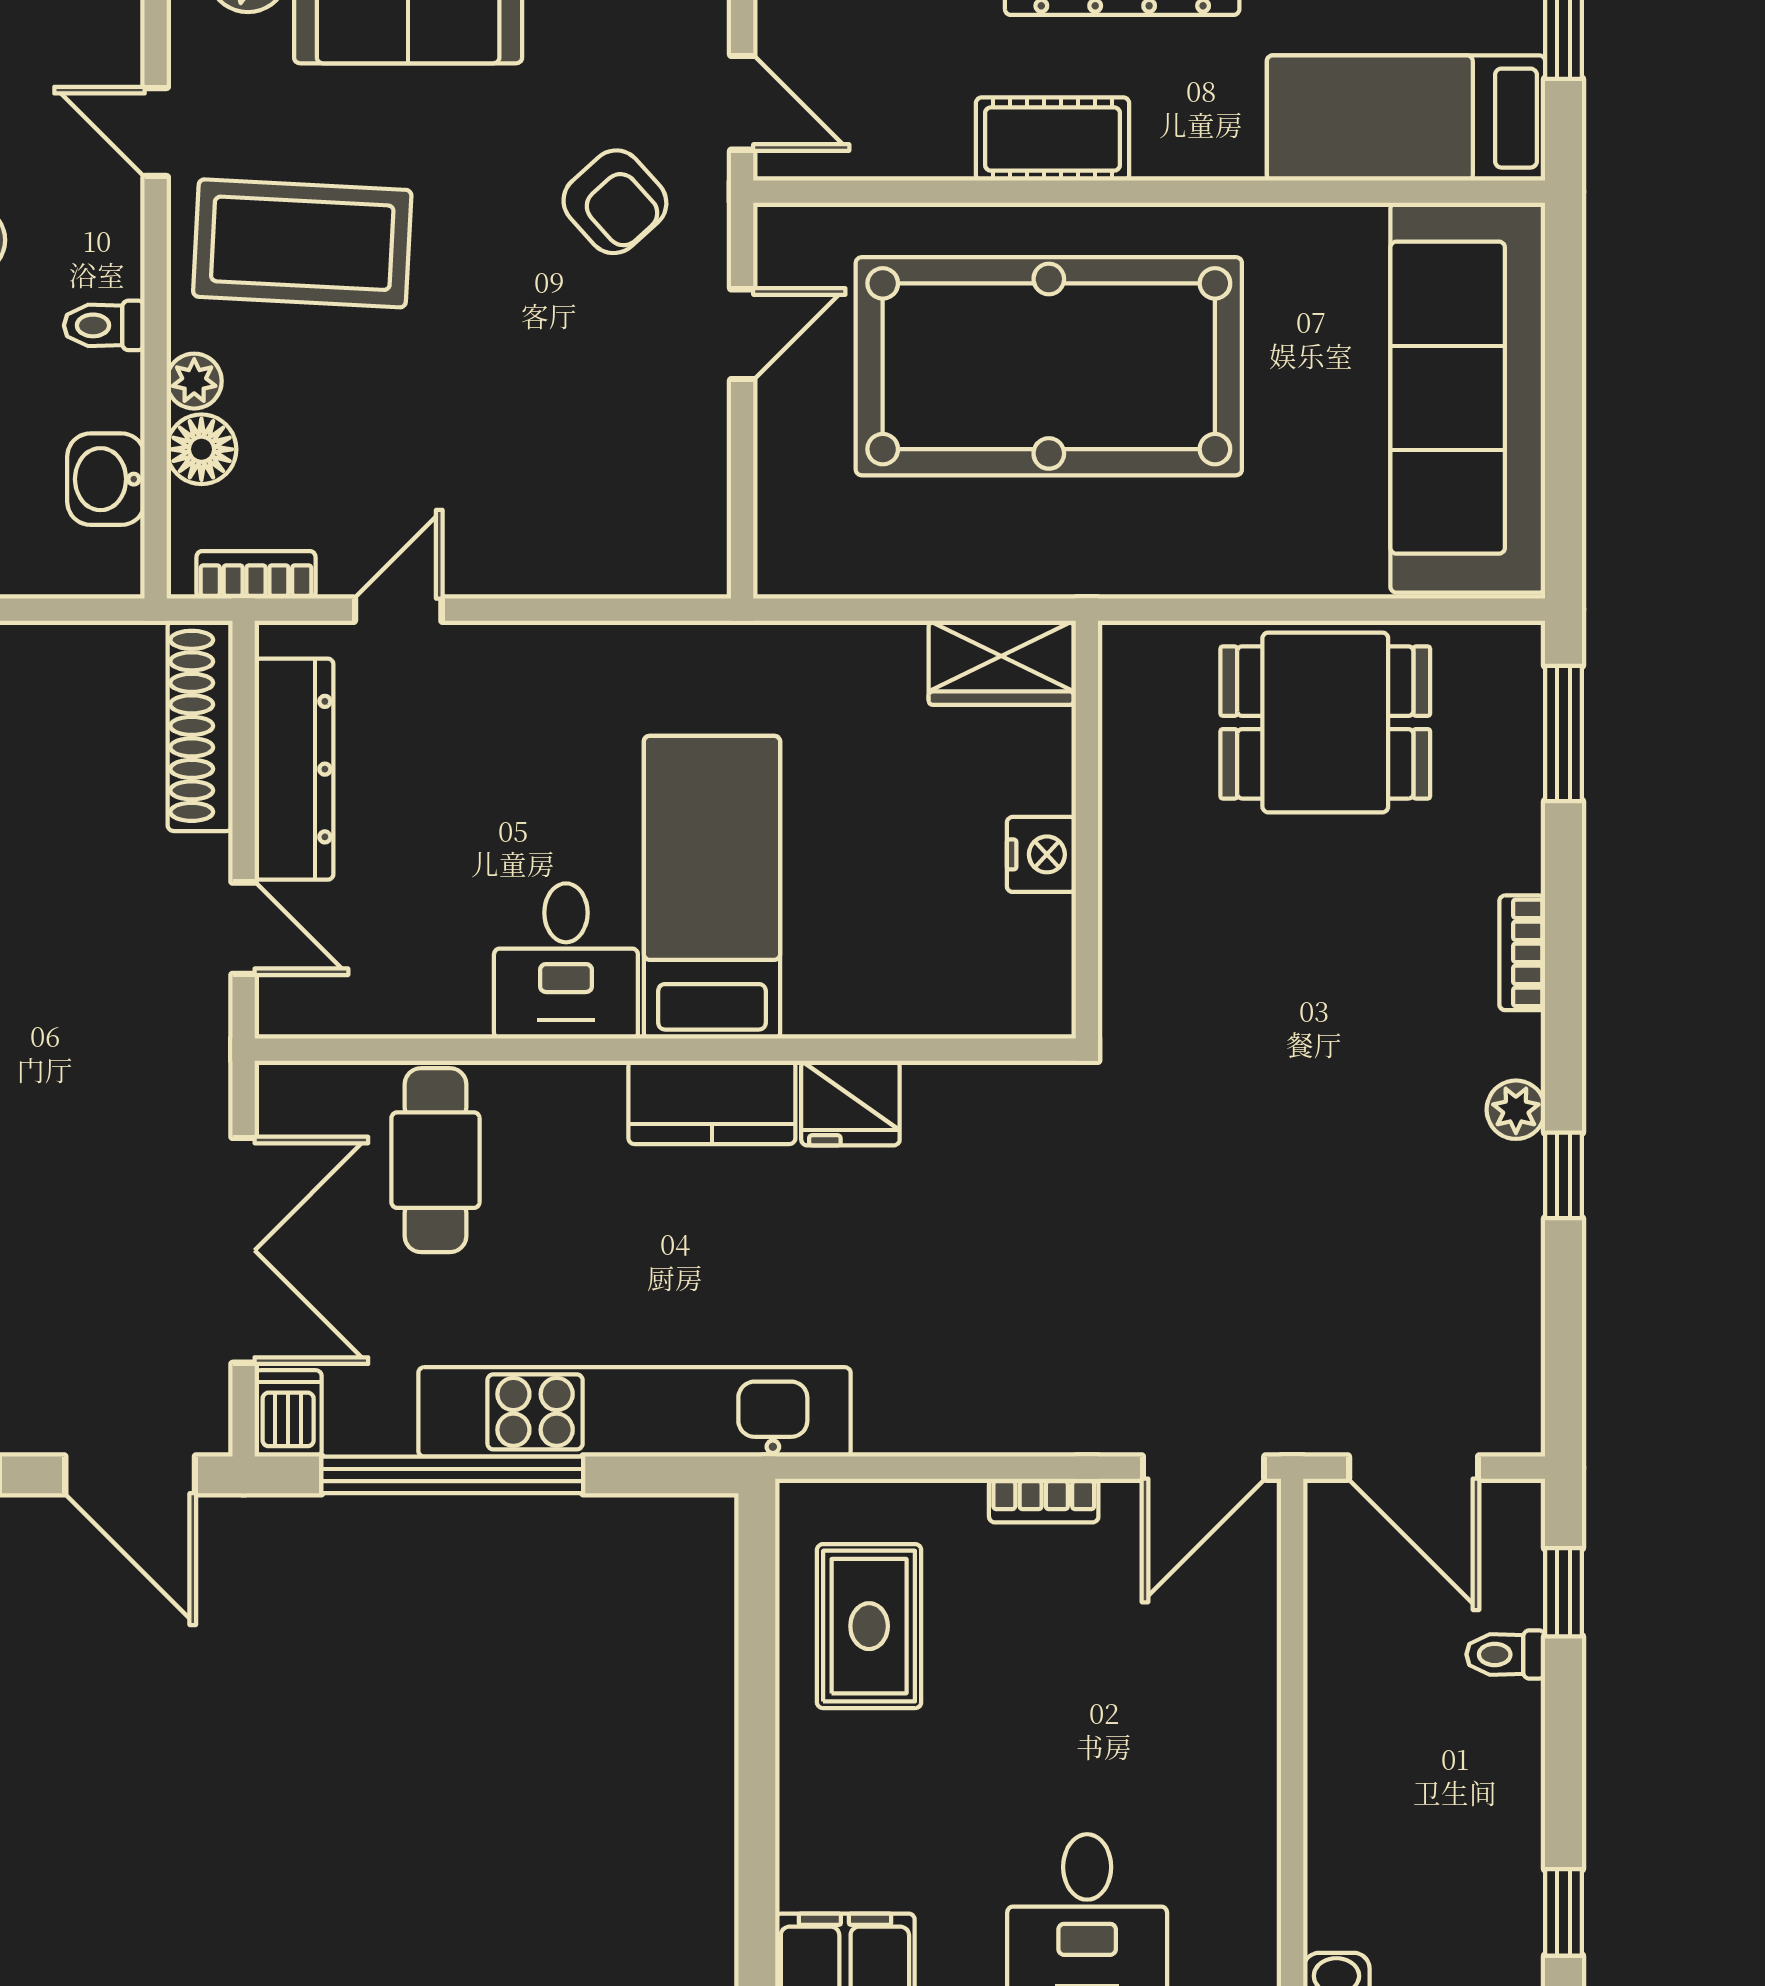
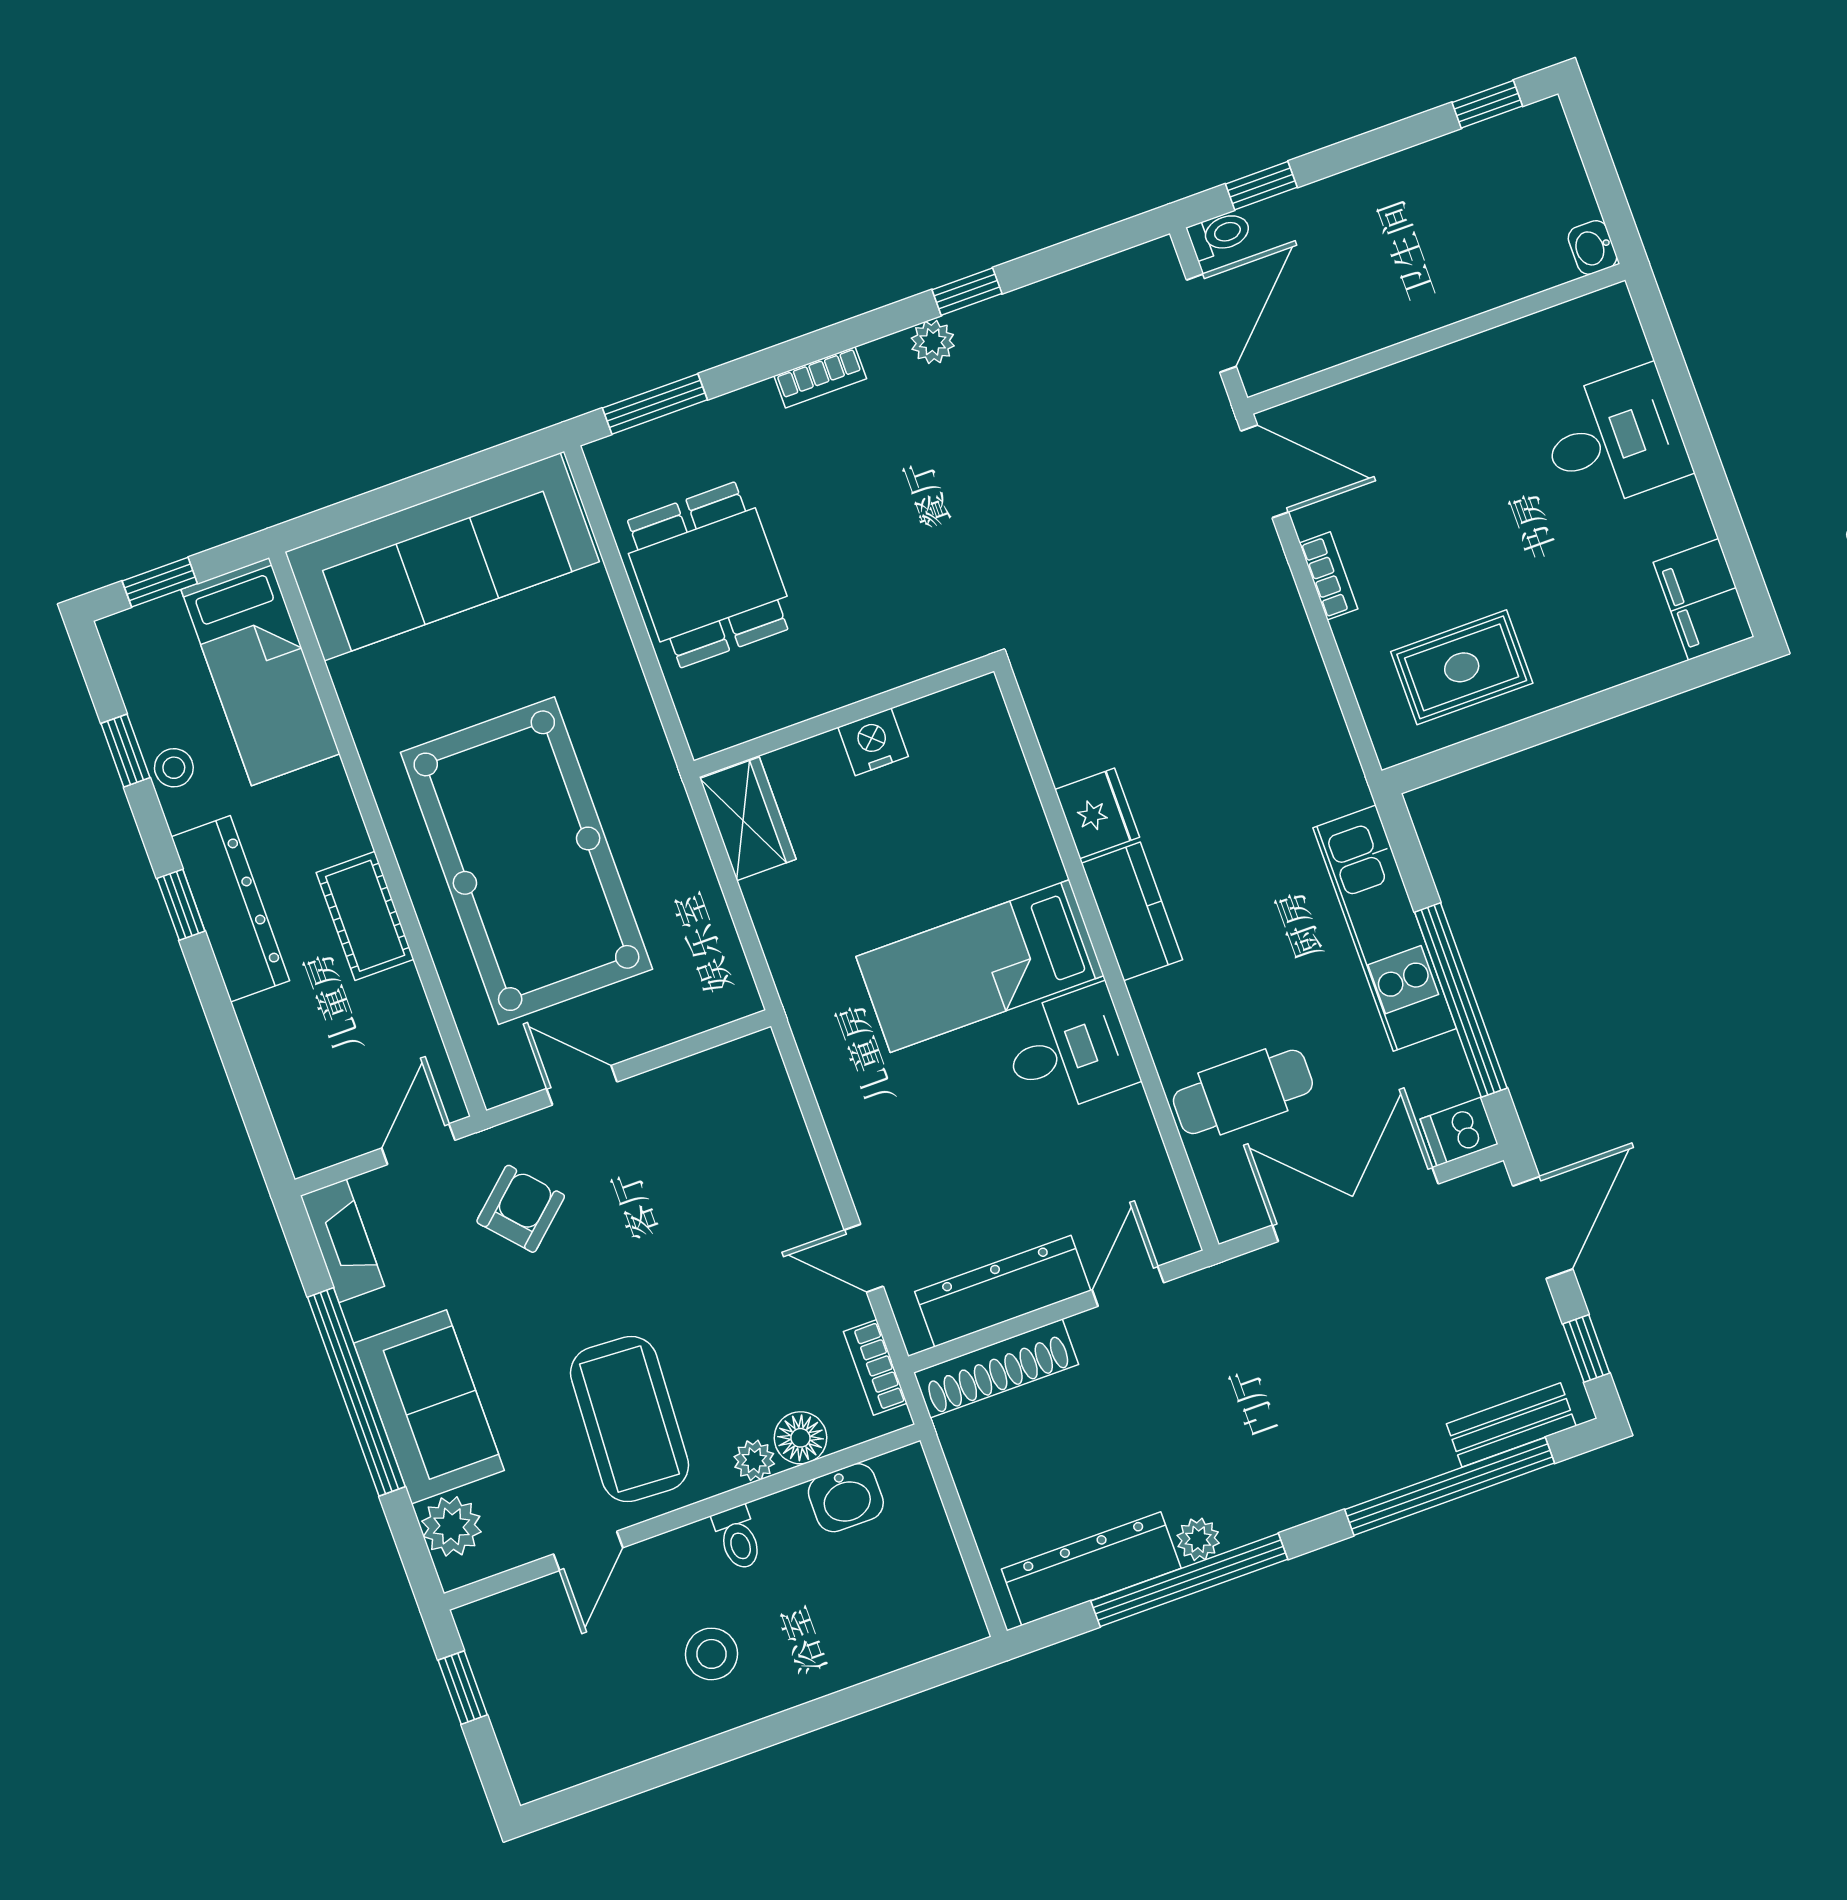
kitchen unit: (634, 1412) -> (1385, 928), width x0.73
toilet: (1506, 1654) -> (1220, 235), moved, turned -90

